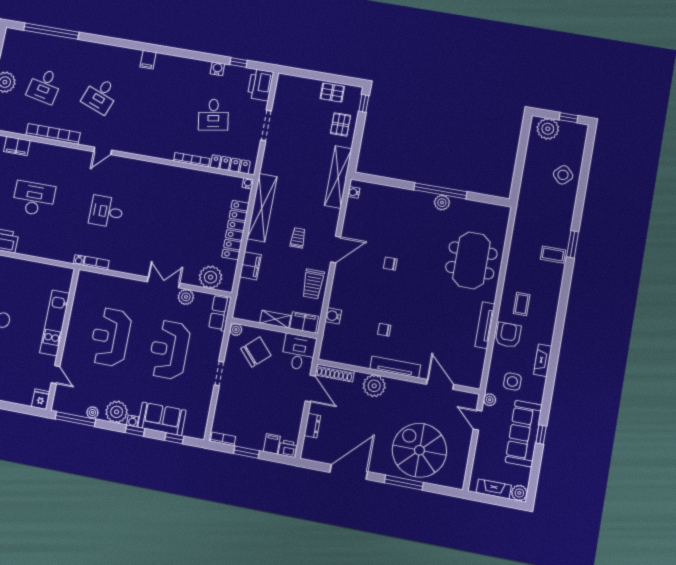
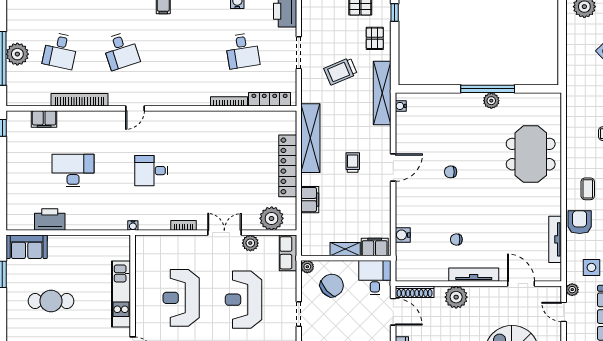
desk: (100, 95) -> (121, 51), turned -39
water cooler: (248, 183) -> (291, 116), removed
bookcase: (96, 263) -> (184, 225), moved
trolley: (313, 284) -> (340, 71), moved, turned 67
tv unit: (485, 325) -> (555, 239), moved

